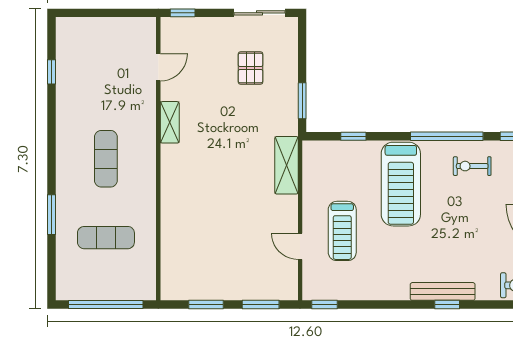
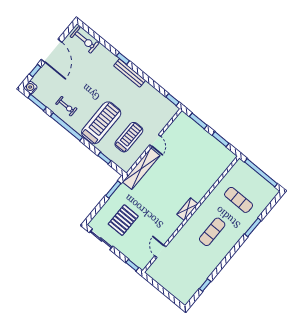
door: (158, 67) -> (160, 251), hinge flipped
pallet: (251, 68) -> (123, 220), width x1.50, depth x1.42
shelving: (170, 122) -> (187, 209), moved
shelving: (286, 165) -> (141, 169), width x1.47
treadmill: (342, 231) -> (129, 137), moved
door: (300, 246) -> (155, 141), moved
bench: (443, 291) -> (130, 73), moved

